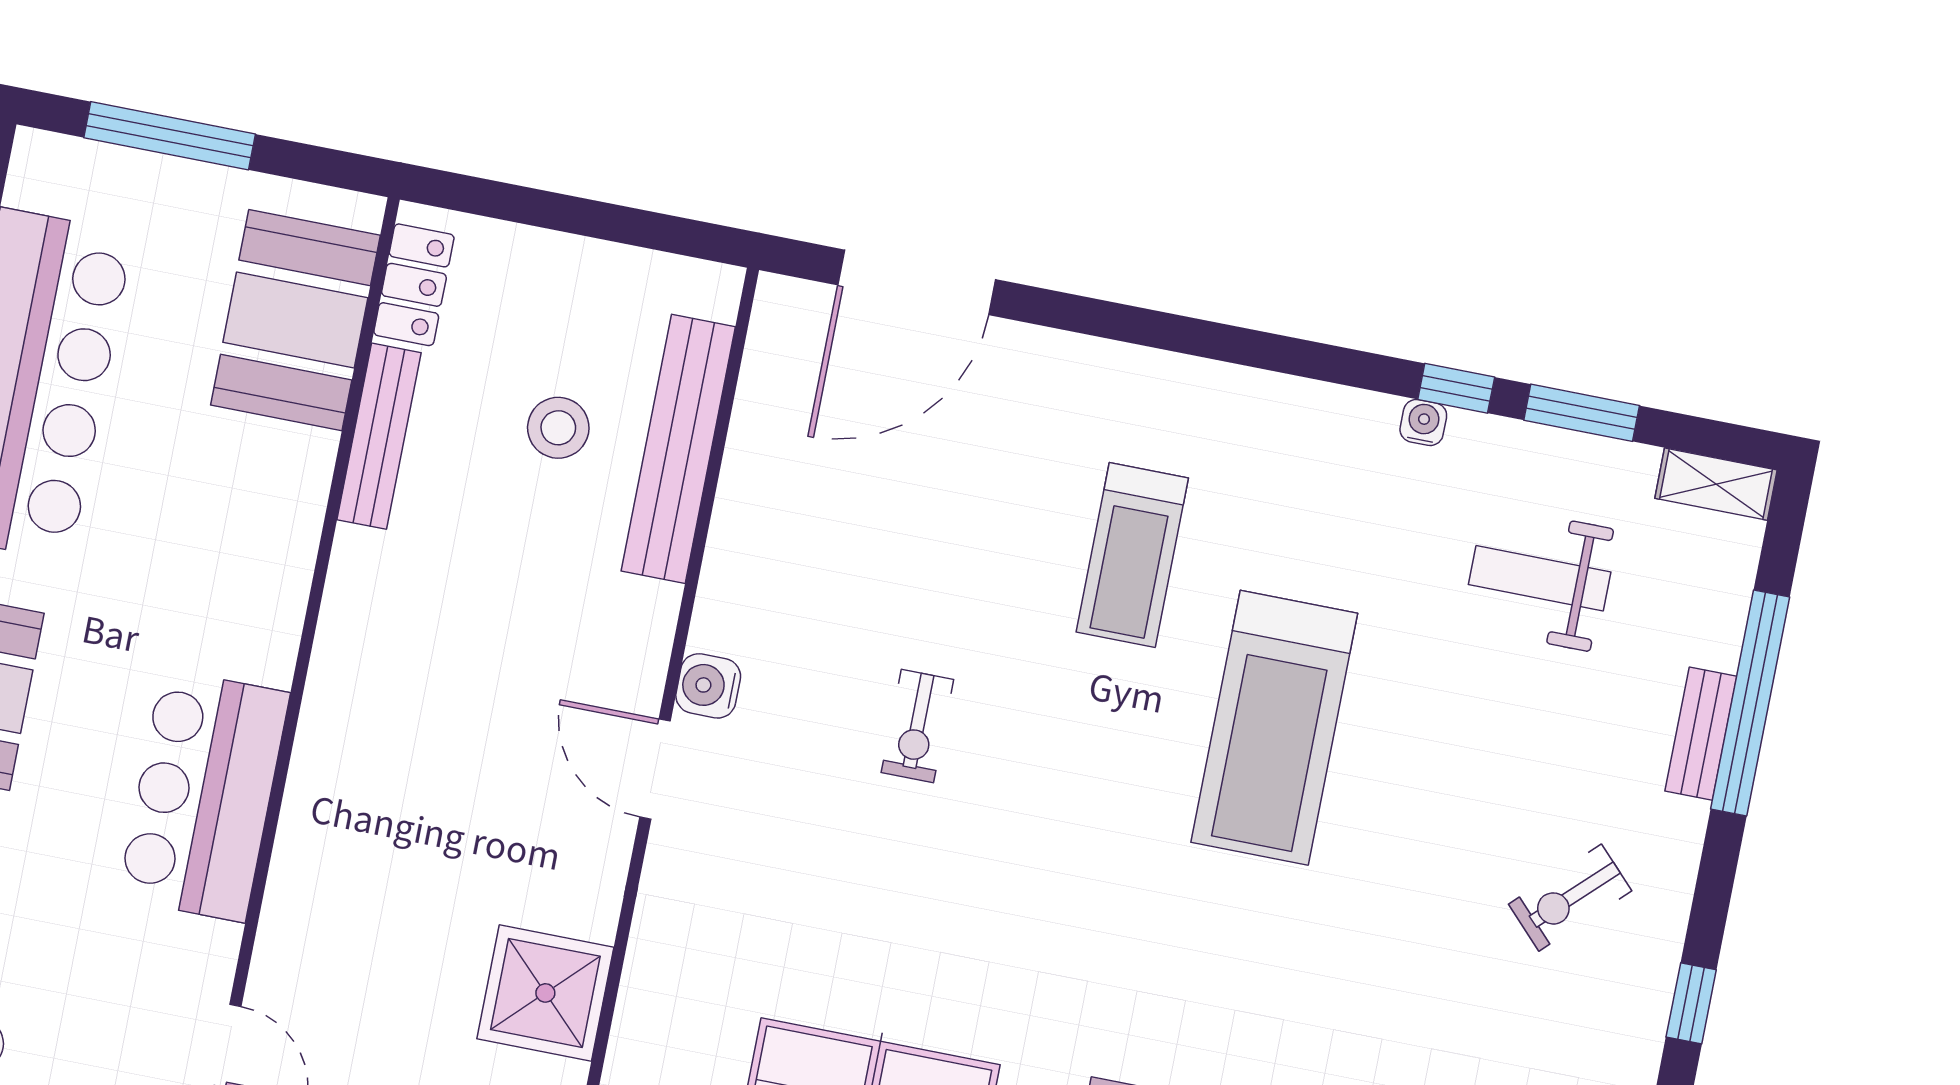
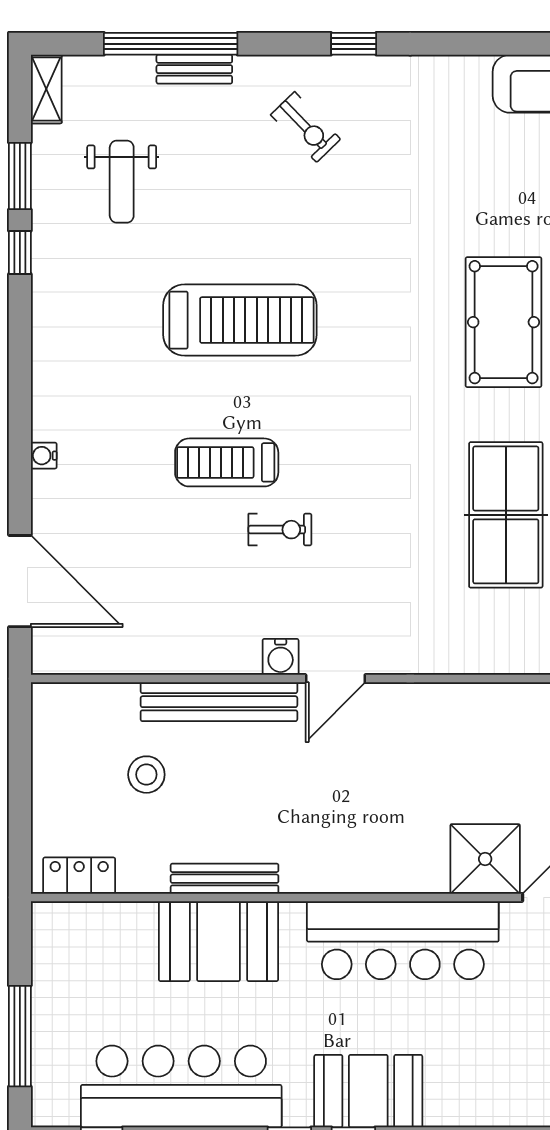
booth: (295, 320) -> (219, 941), moved
water cooler: (1423, 422) -> (44, 456), moved
bench: (379, 436) -> (225, 879), moved
bench: (678, 449) -> (219, 702), moved
treadmill: (1132, 555) -> (227, 462), moved, turned 180
bar counter: (204, 795) -> (403, 940), width x1.36
shower: (545, 993) -> (485, 859), moved

